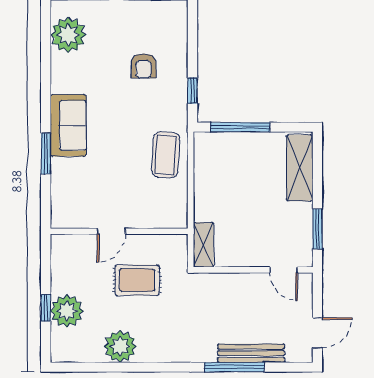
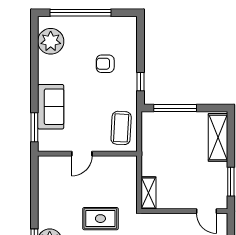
armchair: (144, 66) -> (105, 64), turned 90
door: (111, 231) -> (82, 154), moved
wall: (119, 231) -> (87, 154), moved

